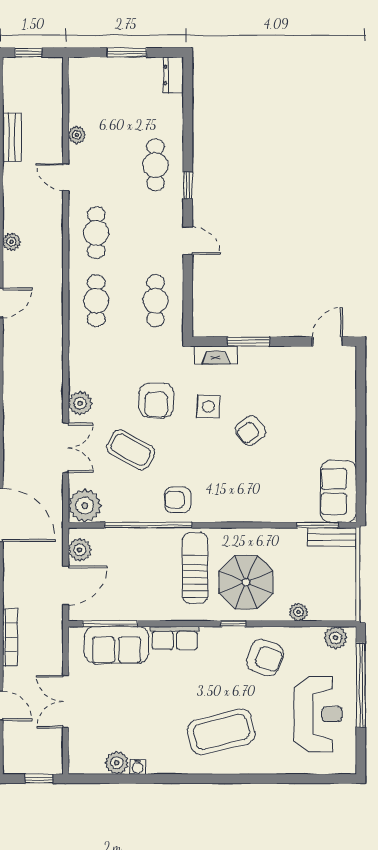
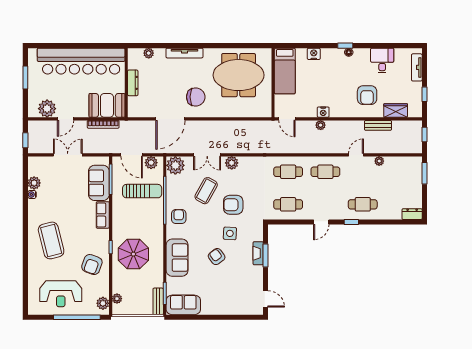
window: (127, 53) -> (424, 173), moved
fireplace: (216, 355) -> (258, 253), moved
sofa: (252, 503) -> (177, 258), added
sun lounger: (195, 568) -> (142, 191), moved
plant: (298, 612) -> (117, 299), moved

